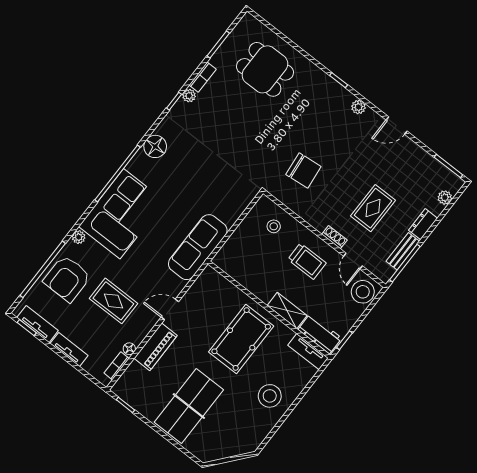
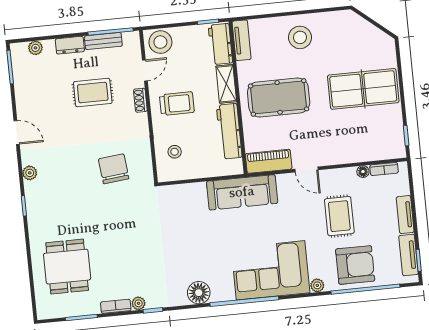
trolley: (307, 261) -> (177, 104), turned 90
workbench: (251, 280) -> (229, 131), added
piano: (156, 347) -> (269, 161), moved

